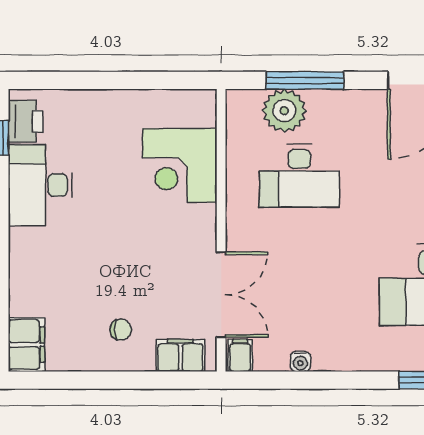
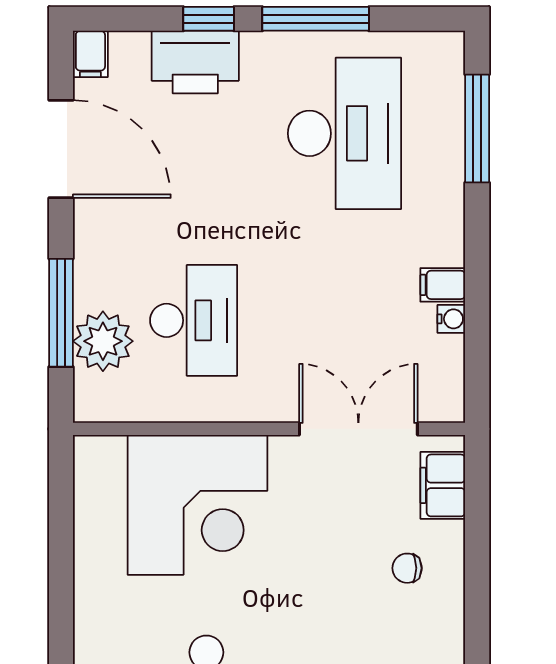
corner desk: (180, 165) -> (198, 505), width x1.36, depth x1.36
chair: (121, 330) -> (407, 568), turned -90
filing cabinet: (240, 355) -> (443, 285), moved

